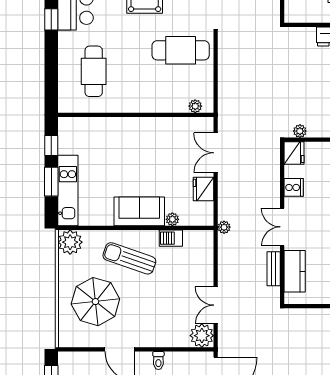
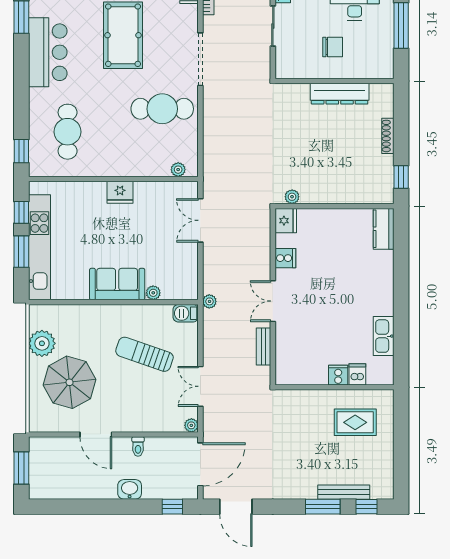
window: (51, 19) -> (21, 151), moved
fridge: (203, 189) -> (120, 192), moved, turned -90
kitchen unit: (68, 190) -> (39, 247), width x1.36
barbecue: (171, 238) -> (186, 313), moved
plant: (70, 242) -> (42, 343), moved
sun lounger: (129, 258) -> (144, 354), moved
kitchen counter: (295, 271) -> (286, 349), removed
plant: (202, 336) -> (191, 425), width x0.53, depth x0.53

